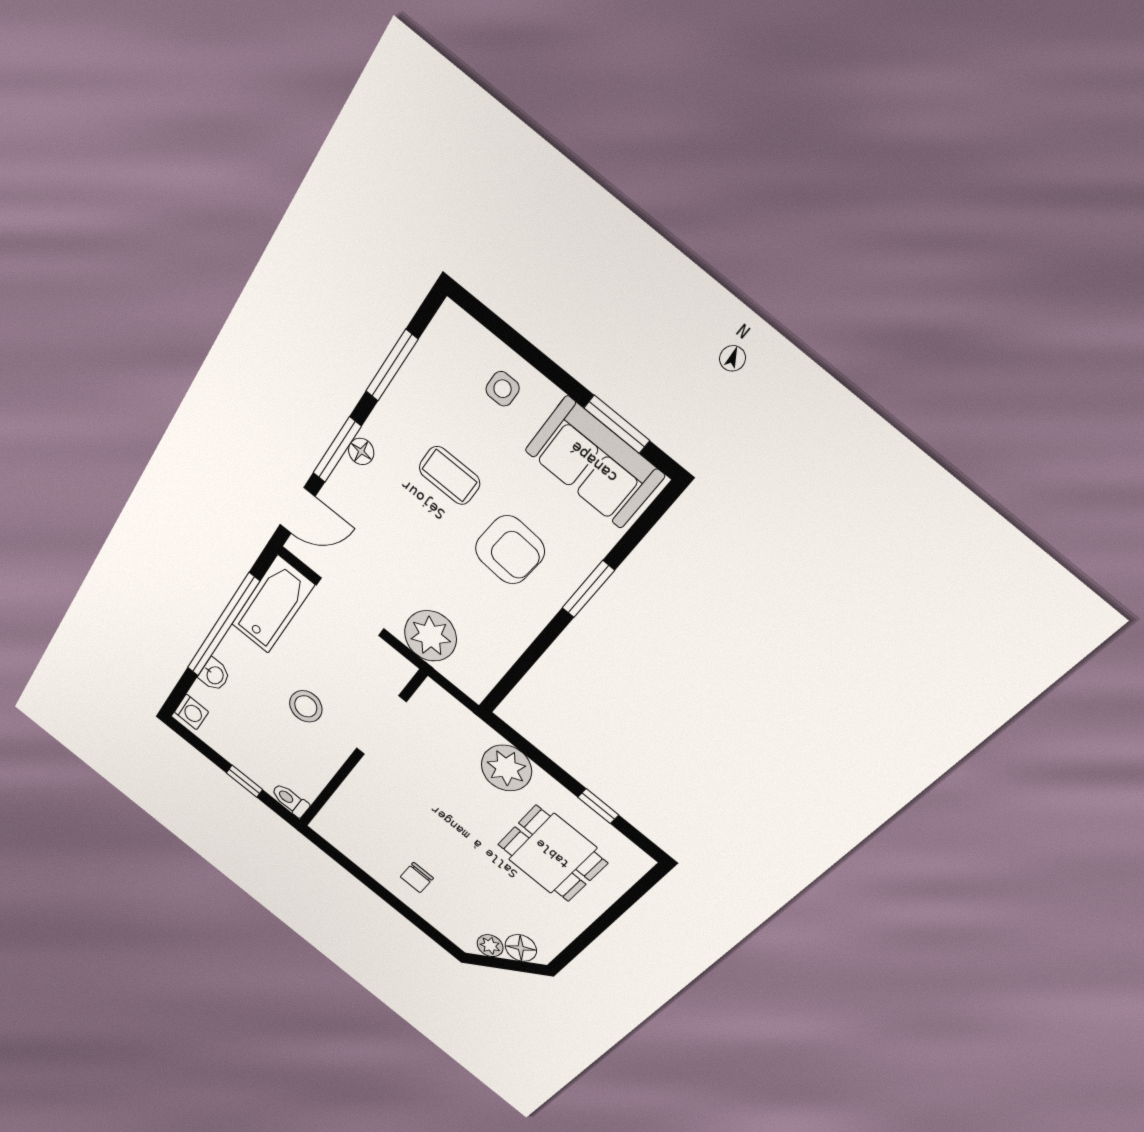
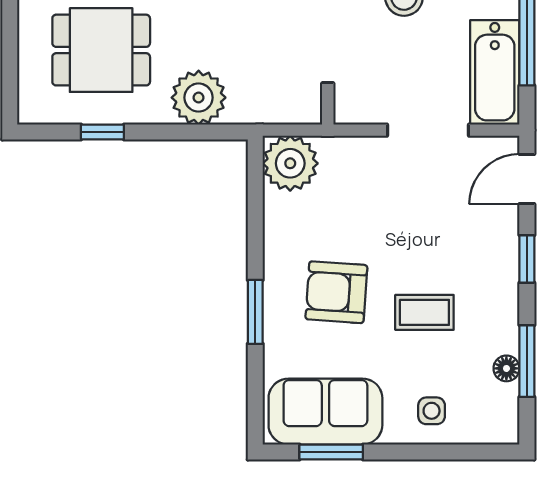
window: (337, 450) -> (527, 259), width x0.67
floor lamp: (361, 451) -> (506, 368), moved
plant: (430, 636) -> (290, 163), moved

